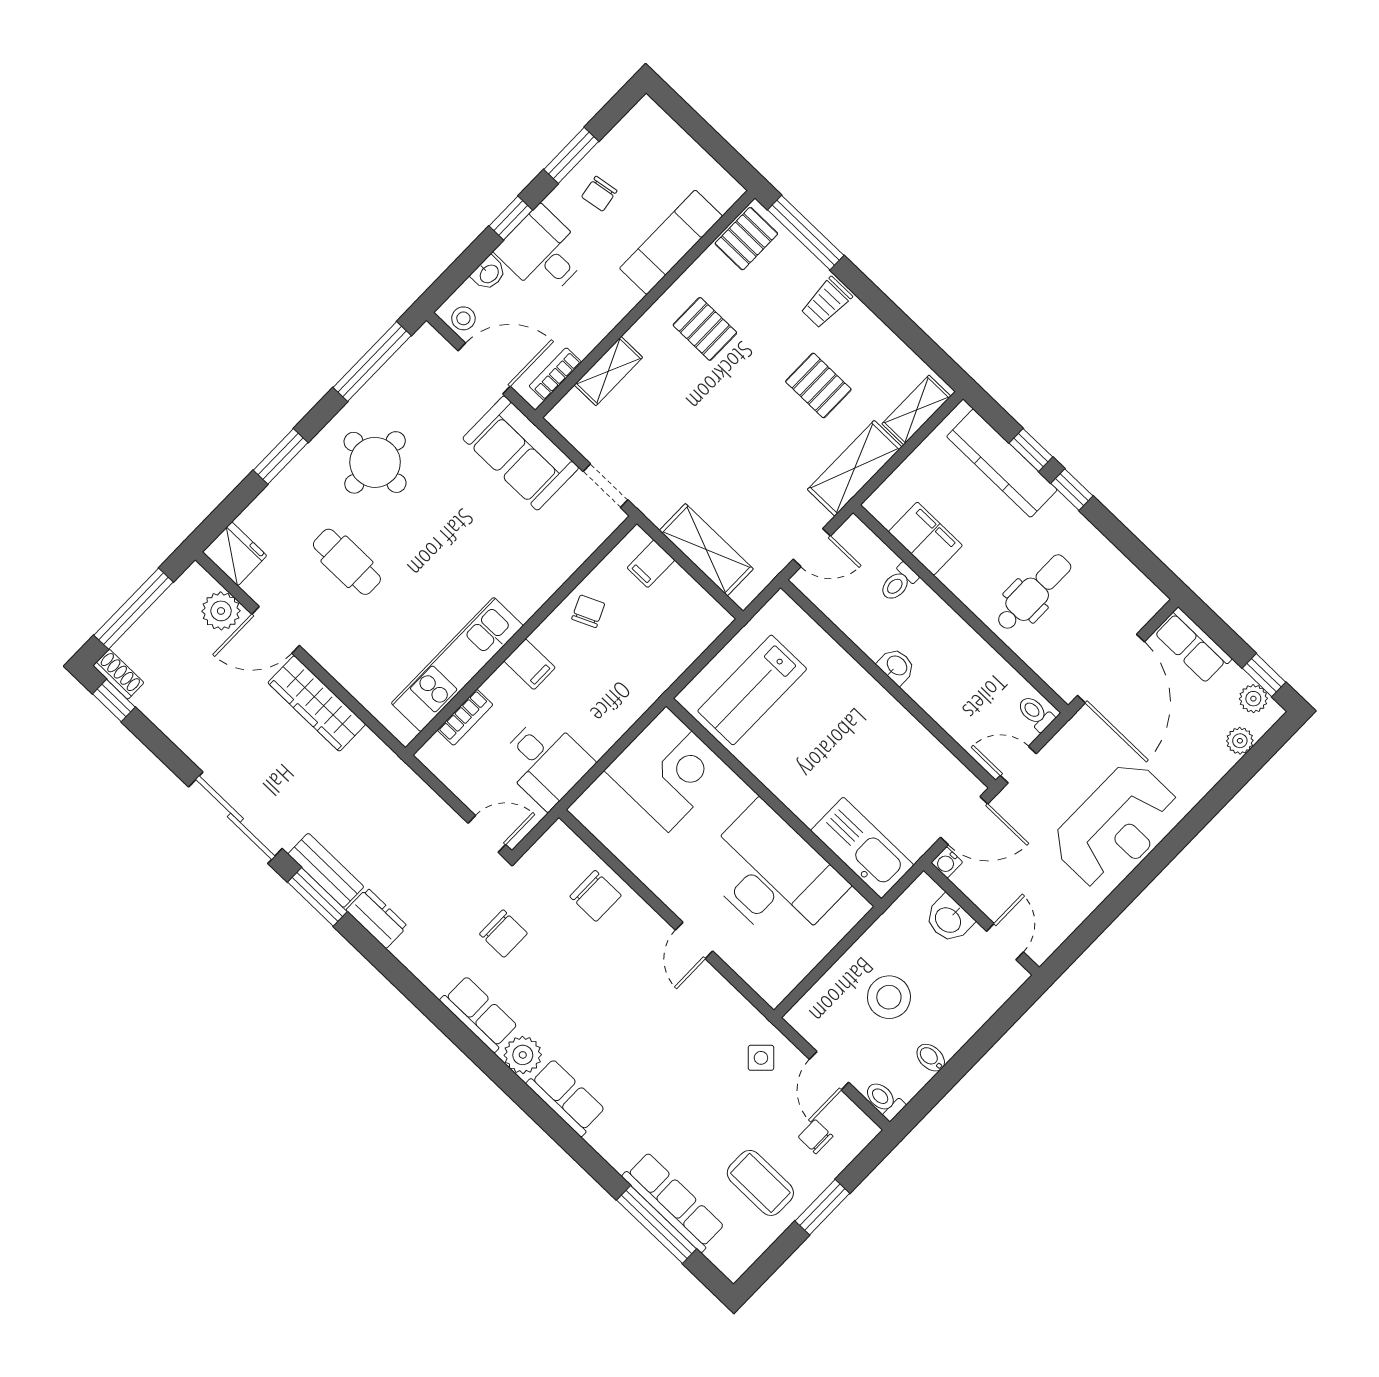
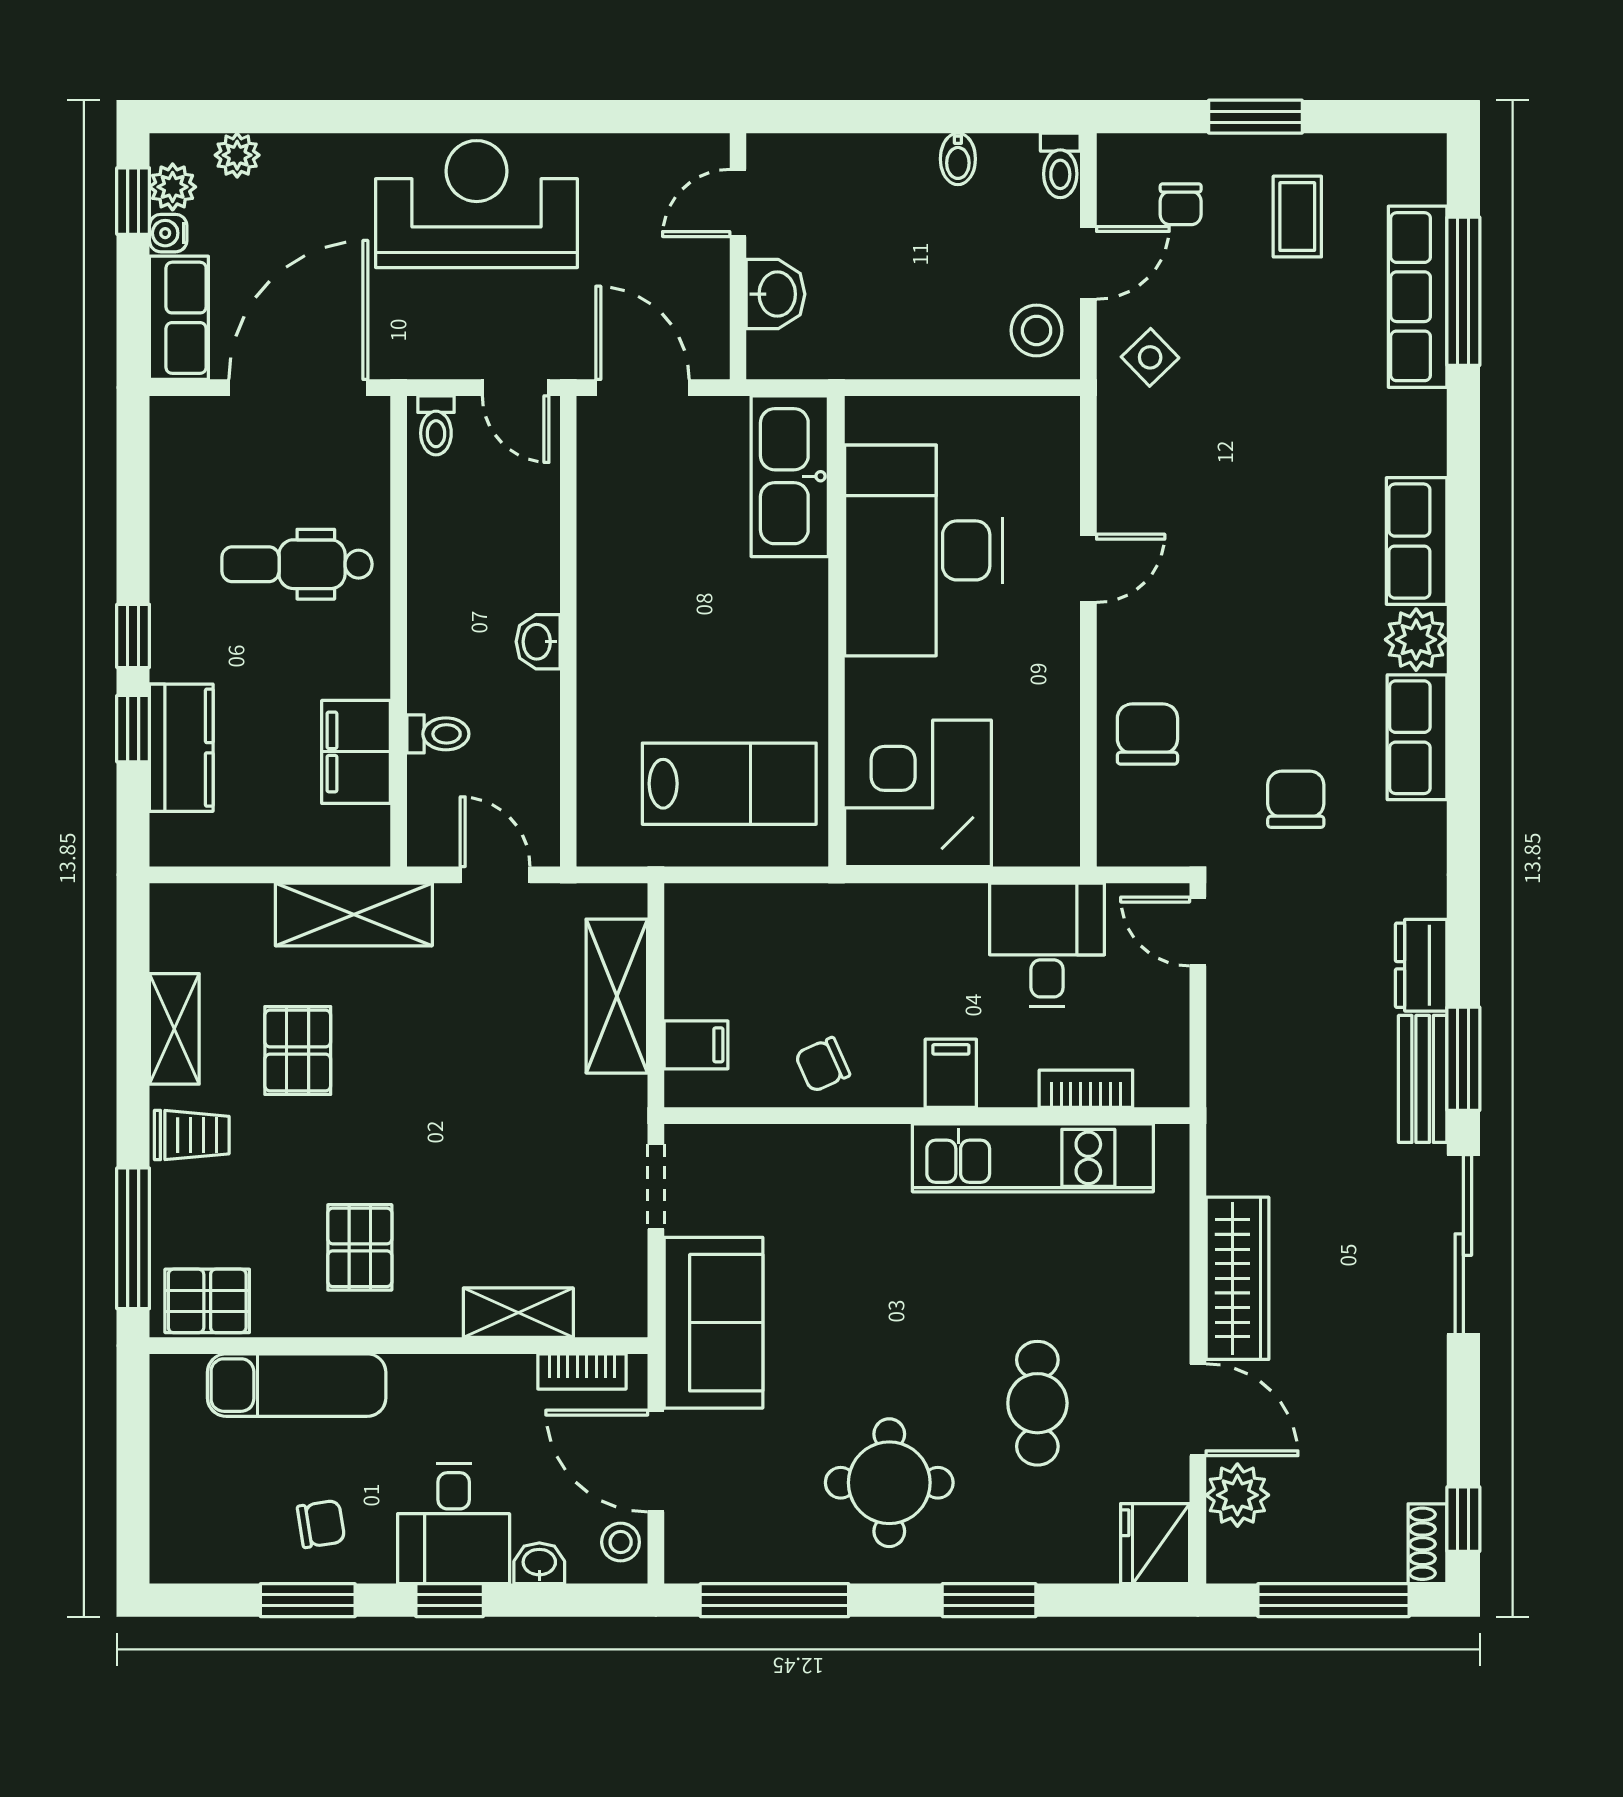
shelving: (916, 410) -> (174, 1029), moved, turned 90
kitchen counter: (1002, 463) -> (181, 748), width x0.67
water cooler: (947, 862) -> (168, 233), moved, turned 180
stool: (889, 997) -> (1037, 330), moved, width x0.73, depth x0.73
coffee table: (760, 1183) -> (1297, 217), width x0.73, depth x0.77

